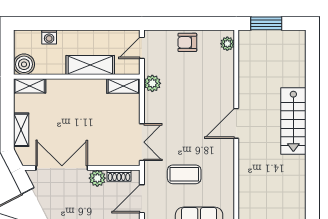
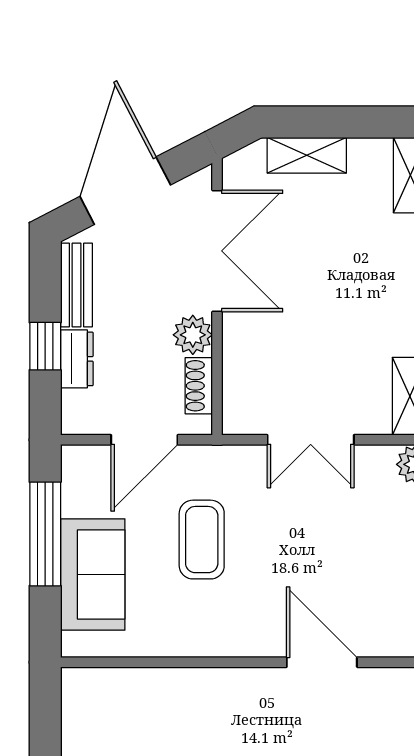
double door: (142, 142) -> (311, 440), moved
door: (142, 199) -> (144, 440), swing flipped

